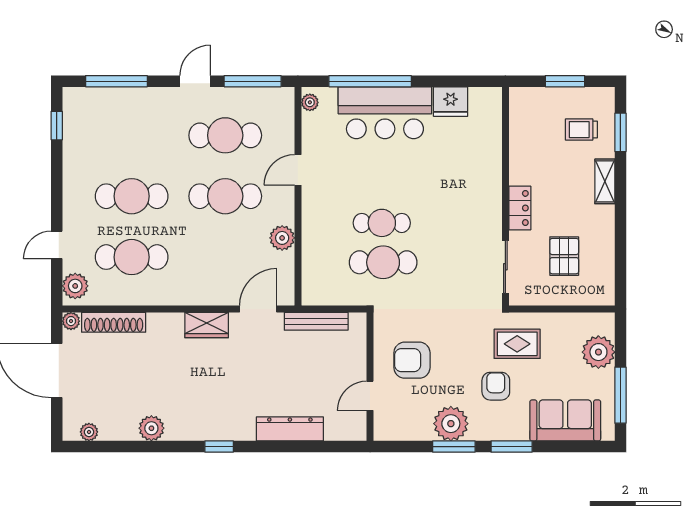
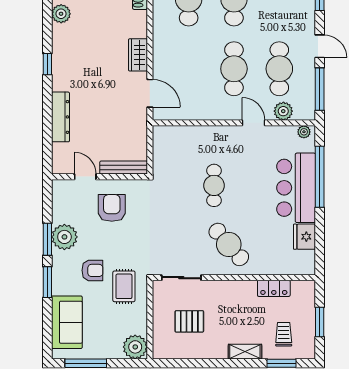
locker: (520, 208) -> (274, 288), moved
plant: (282, 238) -> (283, 111), moved
cafe table: (383, 262) -> (229, 244), moved, turned -41
bench: (316, 321) -> (124, 168), moved, turned 90
plant: (598, 352) -> (135, 347), moved

